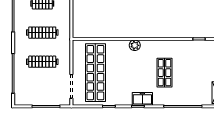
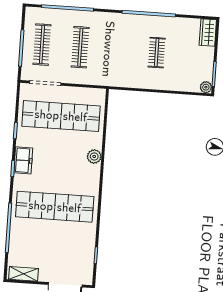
clothes rail: (42, 33) -> (42, 45), moved
plant: (135, 45) -> (94, 156), moved
shop shelf: (164, 73) -> (55, 207), width x2.00, depth x1.36
freezer: (142, 99) -> (23, 160), moved

